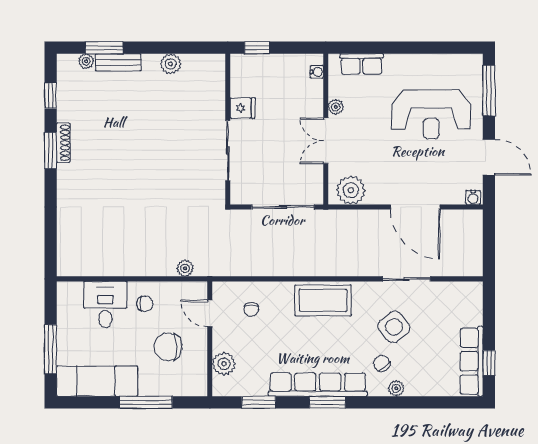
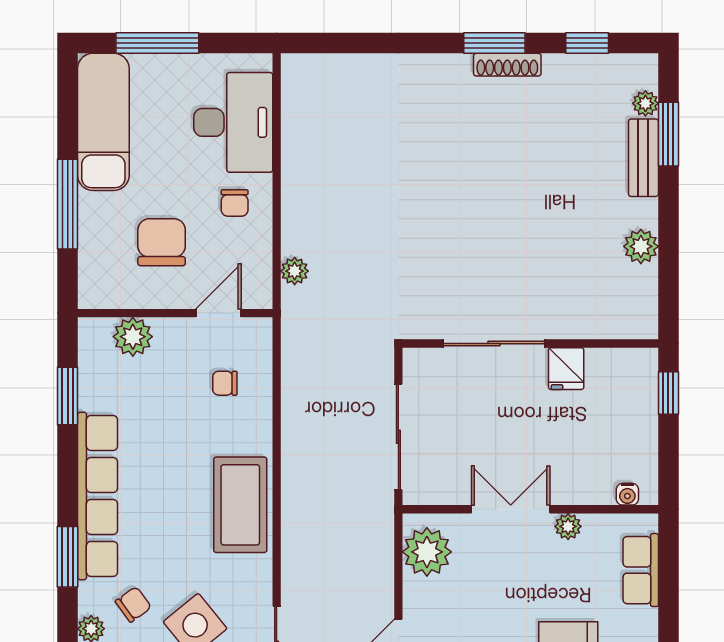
desk: (105, 304) -> (233, 122), width x1.37
window: (327, 402) -> (68, 557), moved

